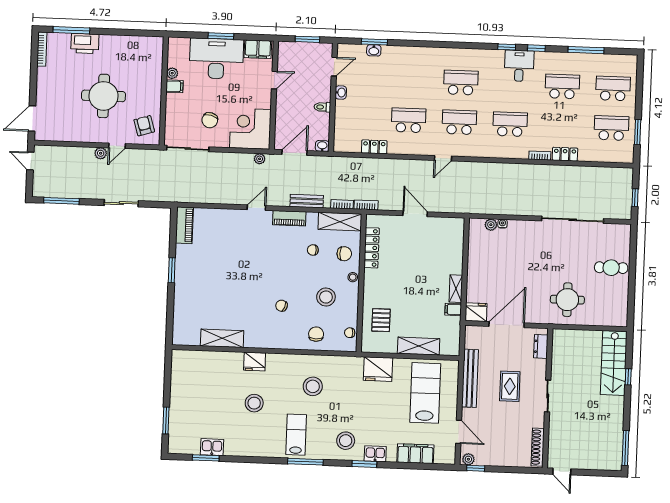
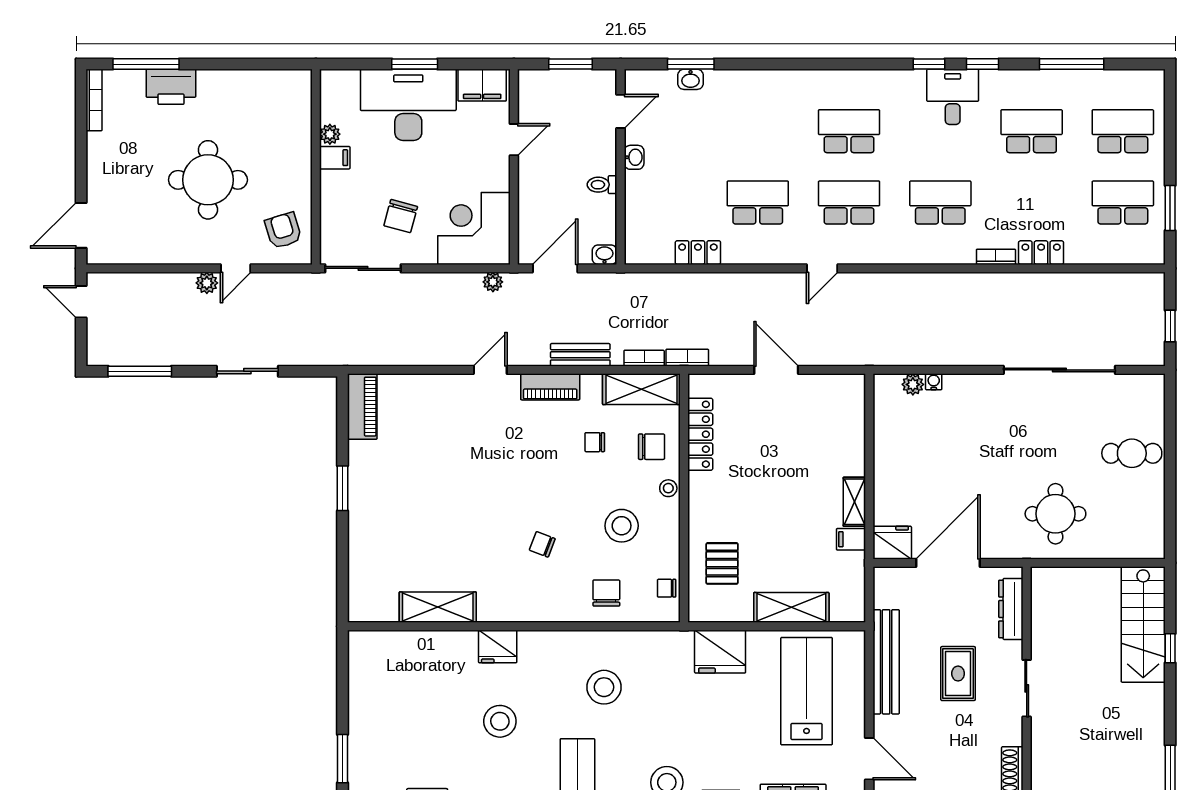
dresser: (541, 346) -> (1011, 609), width x1.44

